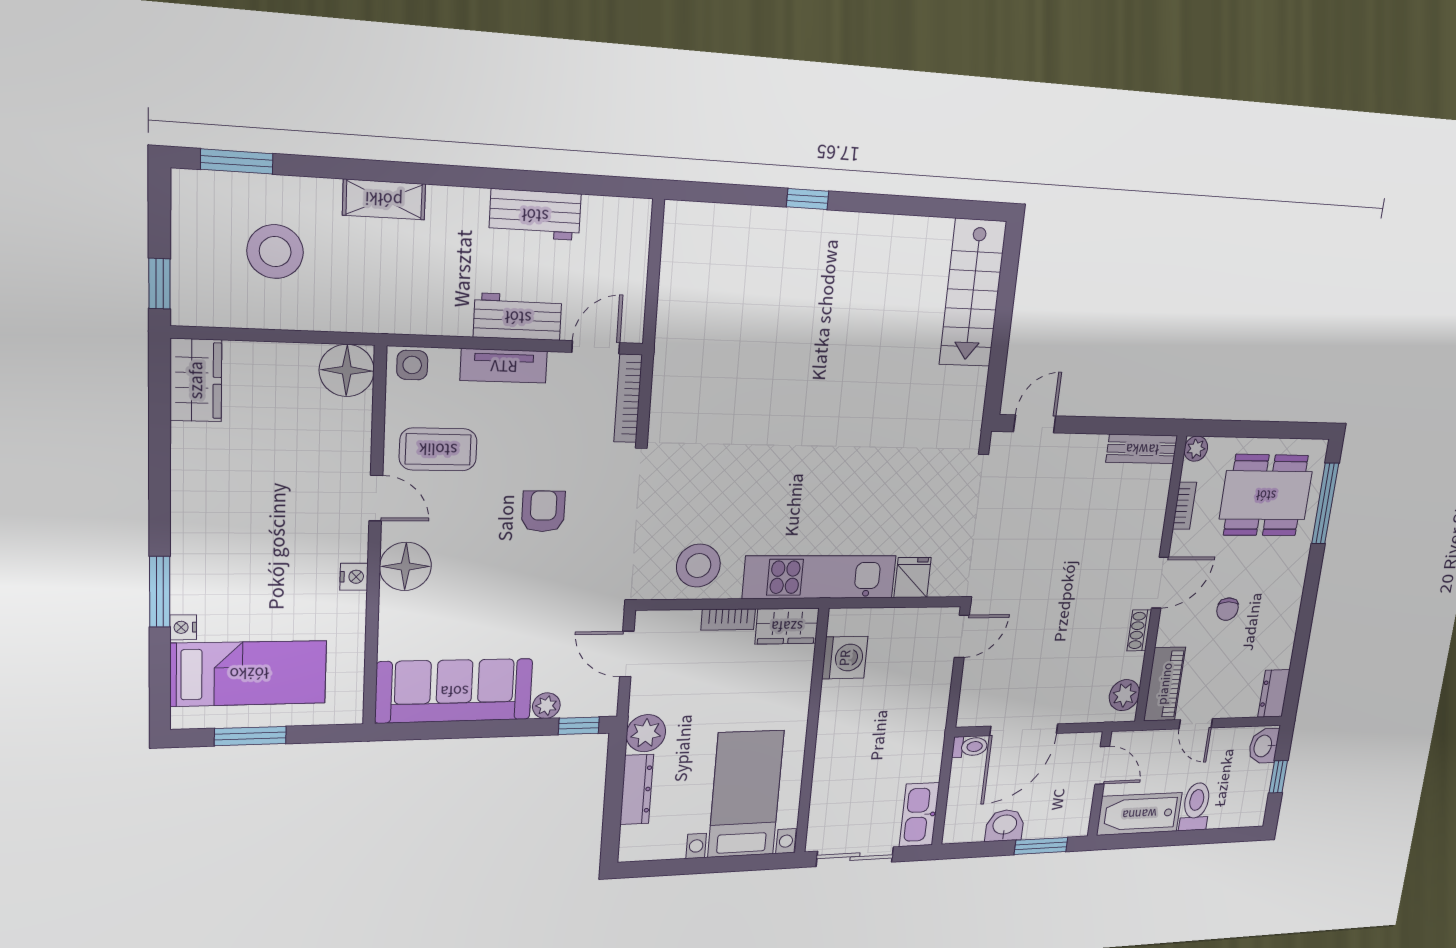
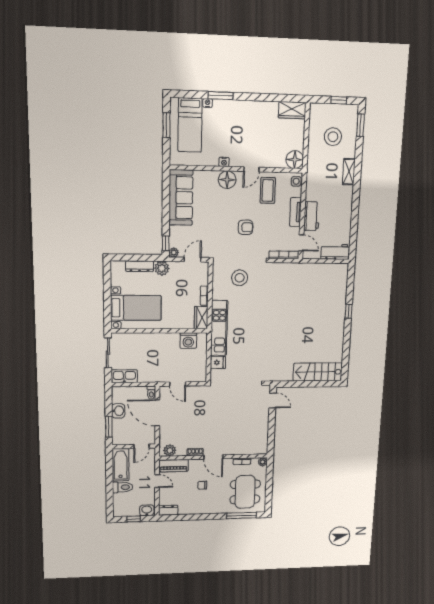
workbench: (535, 215) -> (335, 252), moved, turned 90
window: (160, 284) -> (339, 100), moved
bench: (1142, 449) -> (263, 442), removed
stool: (698, 566) -> (240, 278), moved
door: (962, 636) -> (178, 384), moved
plant: (546, 706) -> (174, 253), moved
door: (1196, 724) -> (157, 481), swing flipped

